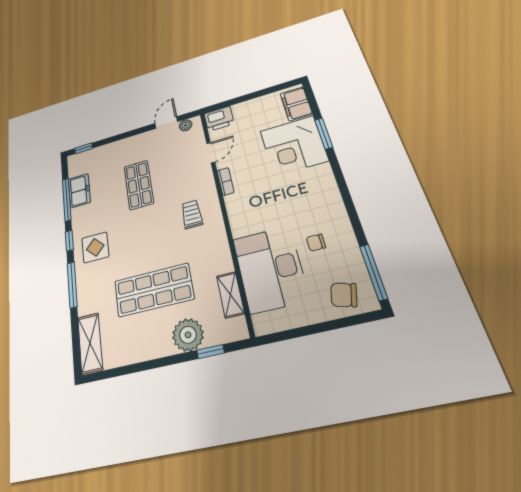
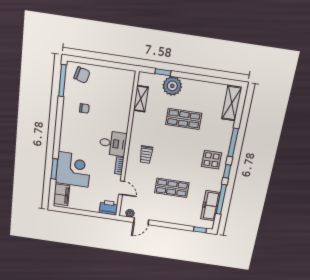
door: (211, 153) -> (121, 188), swing flipped
shop shelf: (139, 185) -> (172, 188), turned 90
freezer: (79, 191) -> (210, 206), width x1.40
desk: (270, 269) -> (113, 143), moved, width x0.53, depth x0.77
shop shelf: (154, 290) -> (184, 119), width x0.70, depth x0.74

